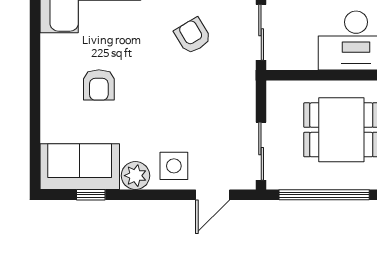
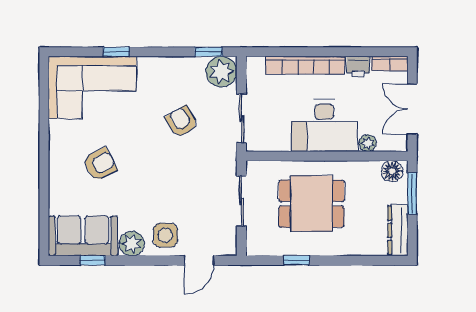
armchair: (99, 85) -> (100, 164), turned -118
sliding door: (261, 151) -> (241, 201), moved
window: (324, 195) -> (296, 260), width x0.32

